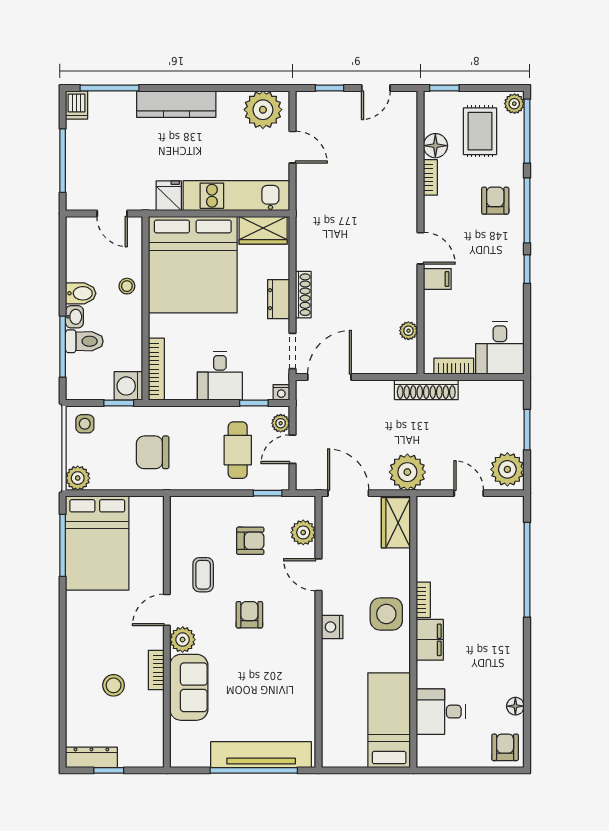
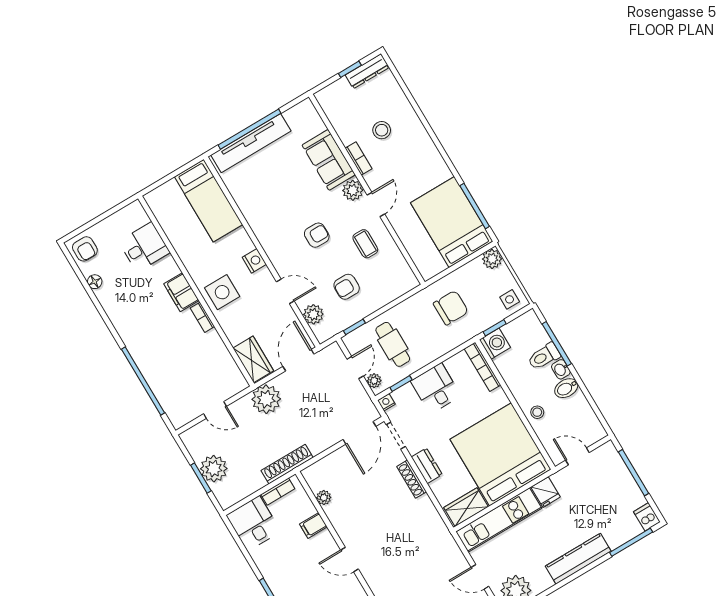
filing cabinet: (437, 279) -> (313, 525), moved
plant: (507, 469) -> (214, 469), moved
door: (348, 493) -> (298, 360), swing flipped
armchair: (249, 615) -> (317, 235), turned -90
bed: (389, 720) -> (209, 201), moved

